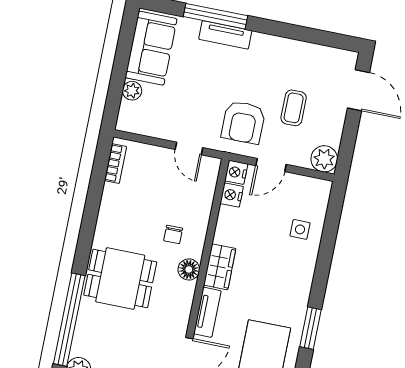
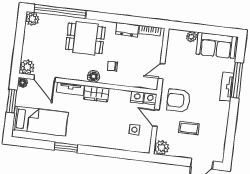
dresser: (111, 204) -> (127, 30), added
side table: (300, 229) -> (134, 130), moved
dining table: (120, 279) -> (85, 38), turned 90

